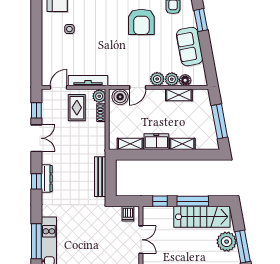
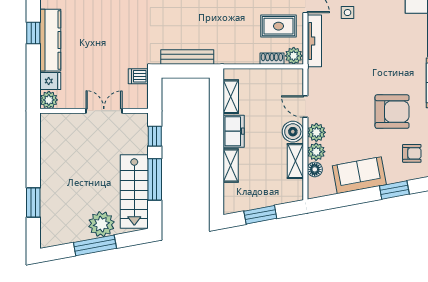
armchair: (141, 22) -> (392, 112), turned 180
side table: (69, 29) -> (348, 13), moved
boiler: (120, 97) -> (293, 132), moved
window: (219, 121) -> (260, 215), width x0.69
dishwasher: (128, 214) -> (138, 76), moved
double door: (141, 240) -> (104, 111), swing flipped

